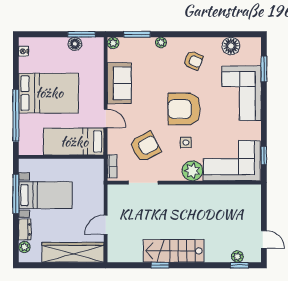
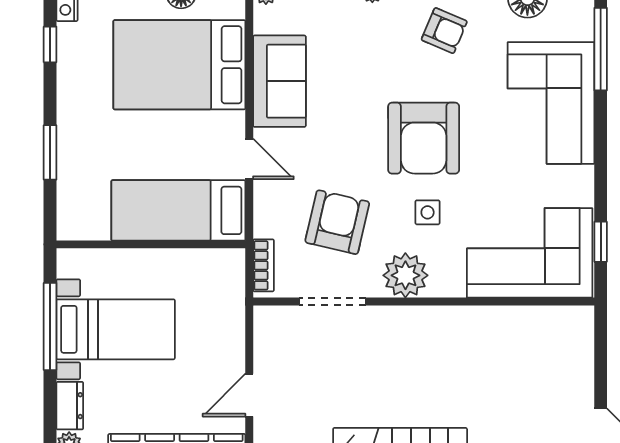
window: (16, 67) -> (50, 44), added
window: (264, 69) -> (601, 49), width x1.44
bed: (49, 93) -> (179, 65), moved, turned 180
armchair: (184, 109) -> (424, 138), turned -90
window: (16, 115) -> (50, 152), width x0.47
armchair: (145, 147) -> (337, 222), turned -49
plant: (192, 171) -> (405, 275), moved

